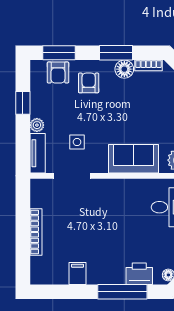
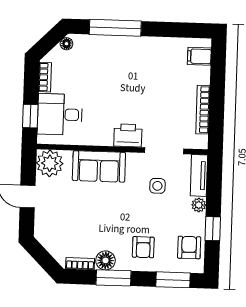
armchair: (58, 72) -> (189, 247), moved
bookcase: (36, 232) -> (203, 110), moved
filing cabinet: (78, 273) -> (199, 56), moved, turned 90
printer: (139, 274) -> (128, 135), moved, turned 180

